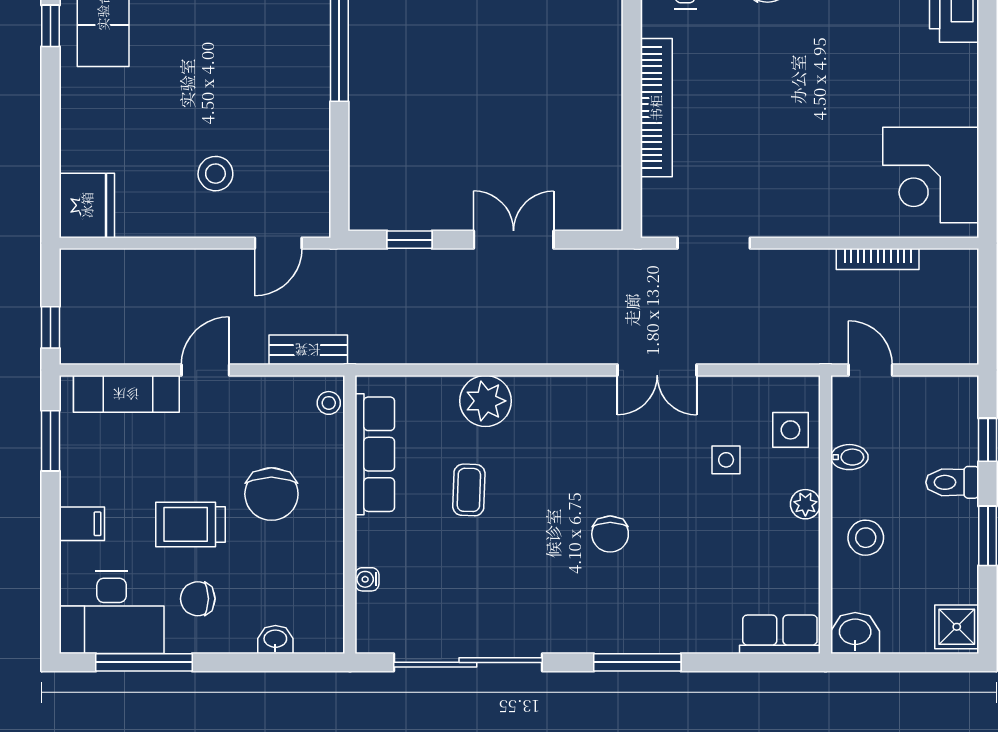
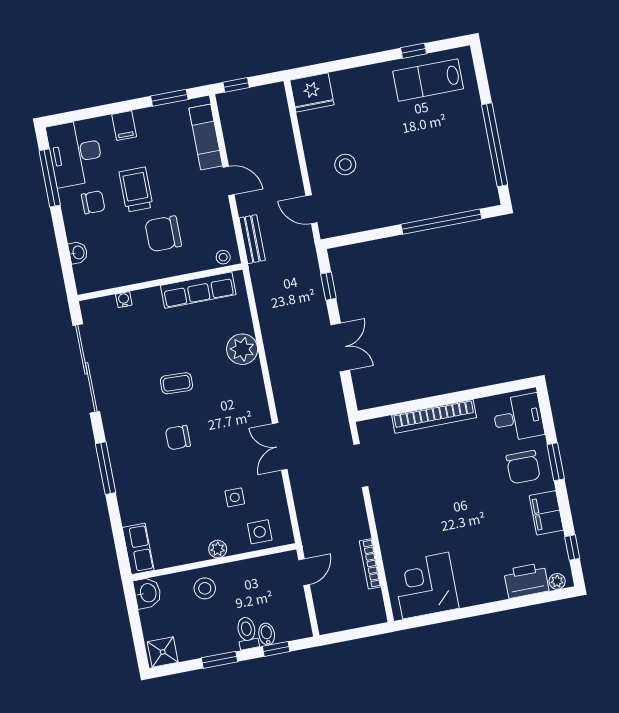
bidet: (849, 457) -> (267, 634), moved, turned 180
coffee table: (469, 490) -> (177, 383), moved
chair: (198, 599) -> (93, 202), turned 90

